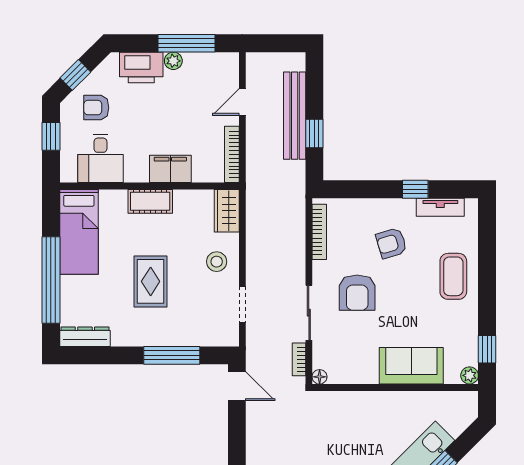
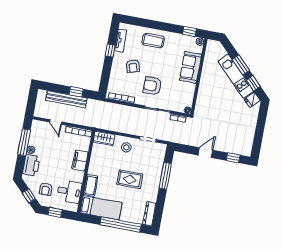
cot: (150, 201) -> (91, 185), moved
armchair: (357, 293) -> (153, 86), turned 180
door: (237, 386) -> (205, 153), moved

